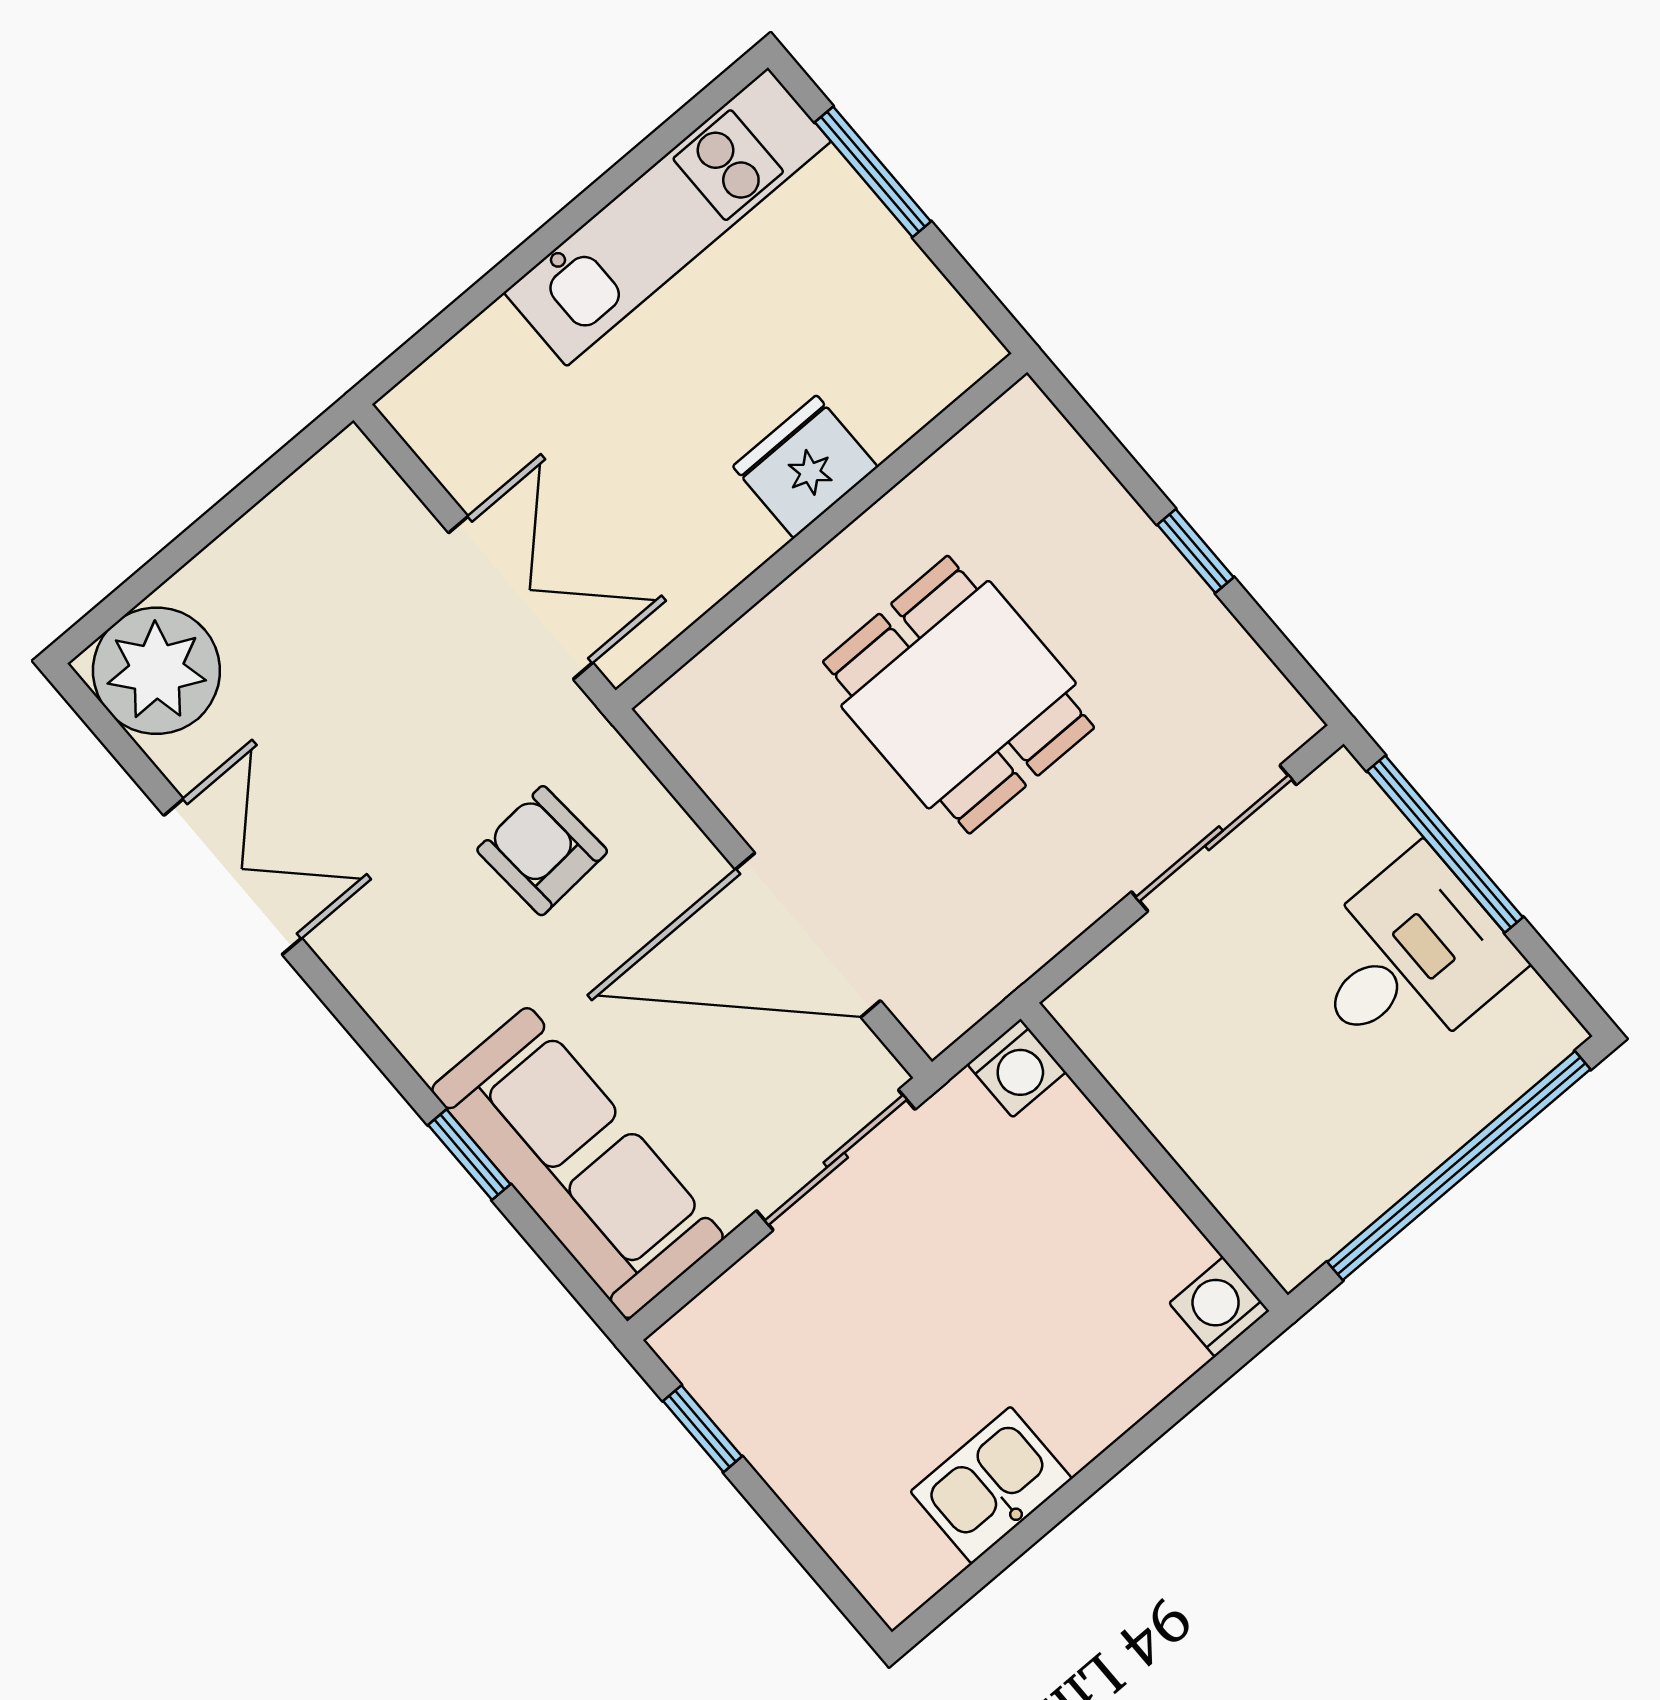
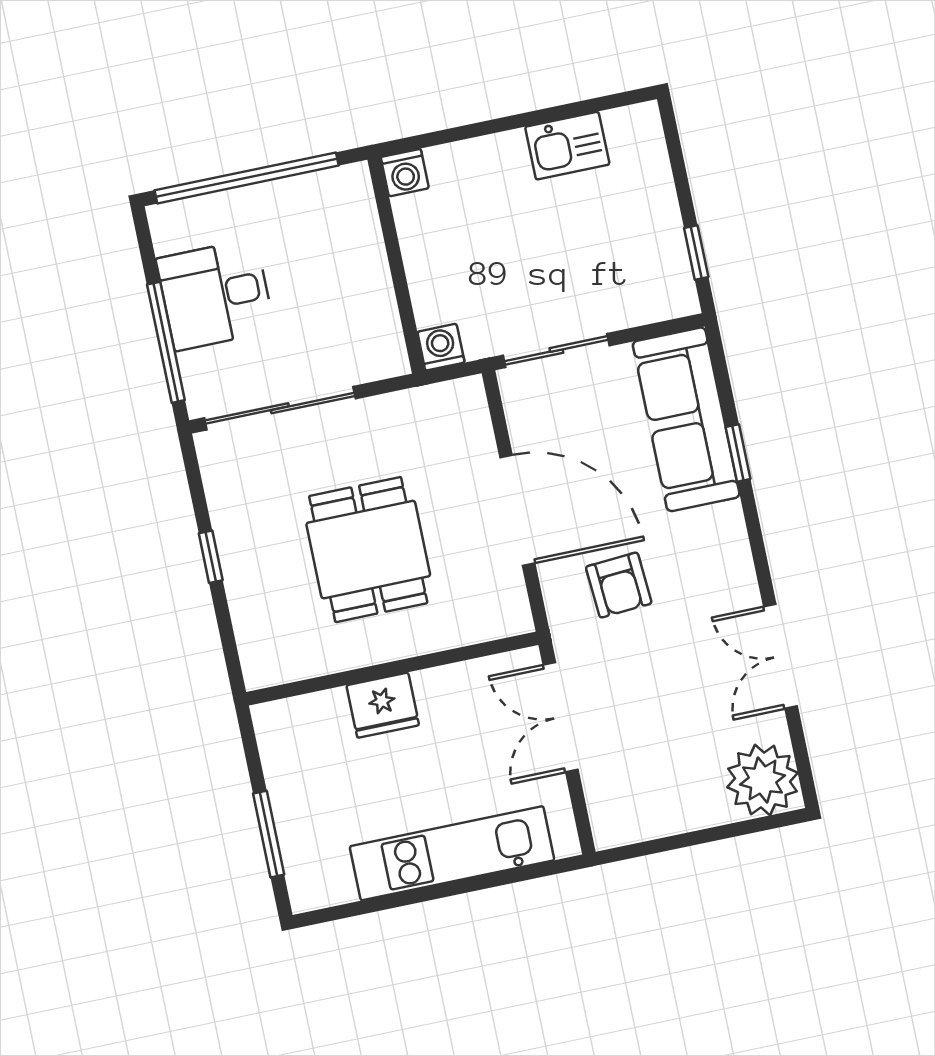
kitchen unit: (667, 217) -> (452, 853), moved
sliding door: (1214, 838) -> (280, 408), width x1.37
door: (808, 935) -> (517, 510), moved

